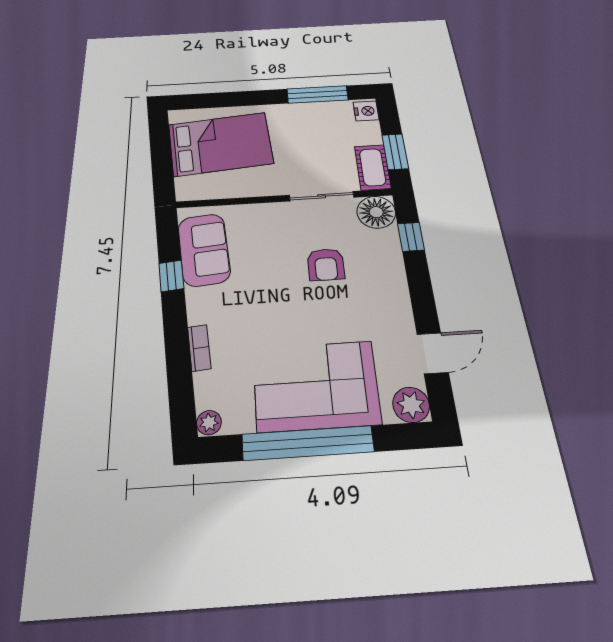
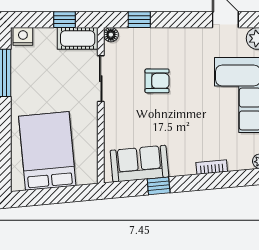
window: (395, 152) -> (64, 20), width x0.67
floor lamp: (376, 212) -> (111, 35), width x0.53, depth x0.53

